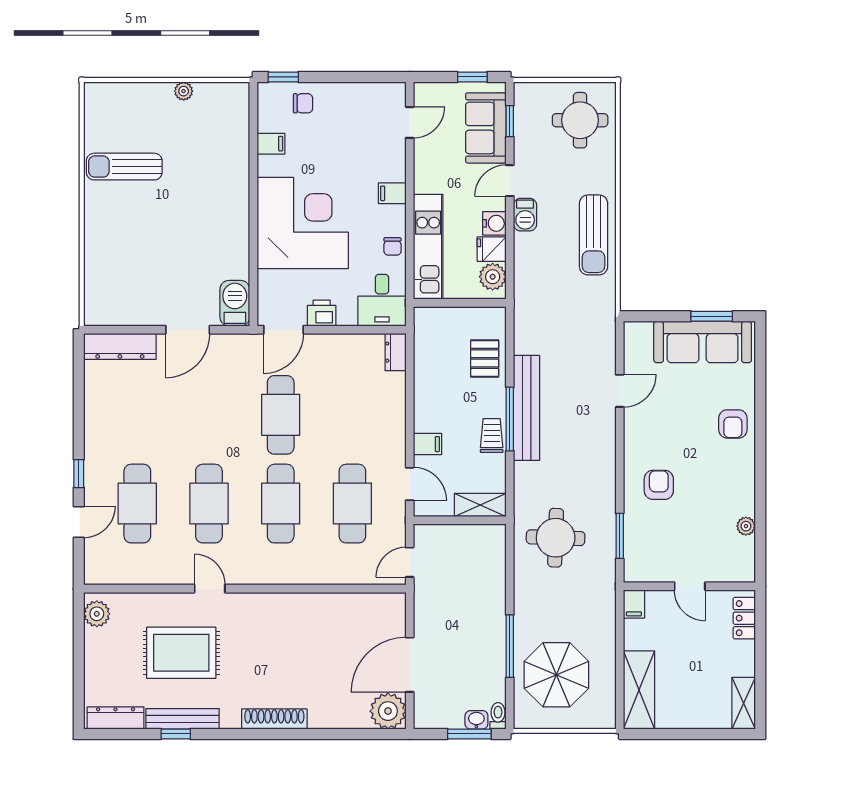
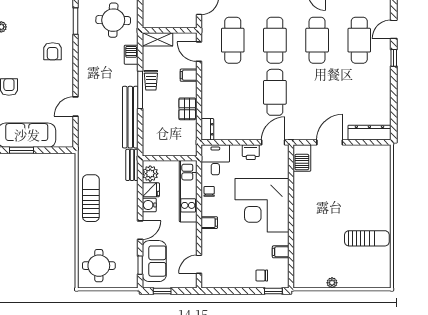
barbecue: (525, 215) -> (131, 55), moved
bench: (524, 291) -> (132, 165), added
pallet: (485, 358) -> (187, 109), moved
bench: (527, 408) -> (130, 117), moved

